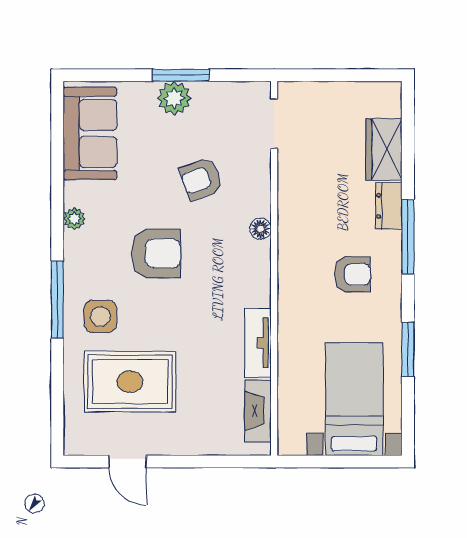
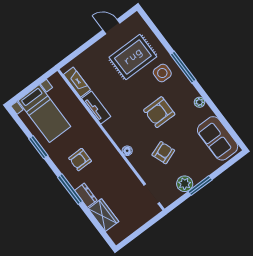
plant: (174, 98) -> (185, 184), moved

